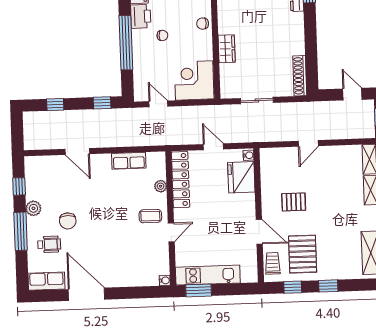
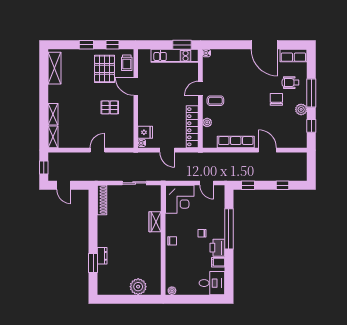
row of seats: (129, 161) -> (236, 142), width x1.48
fridge: (241, 177) -> (145, 132), width x0.53, depth x0.75

